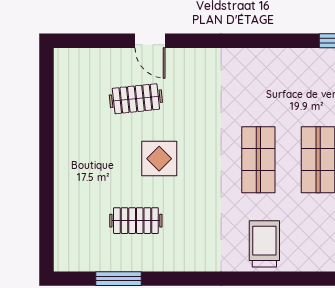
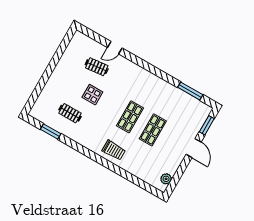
door: (150, 41) -> (115, 48), hinge flipped
trolley: (264, 244) -> (114, 150), turned 90

